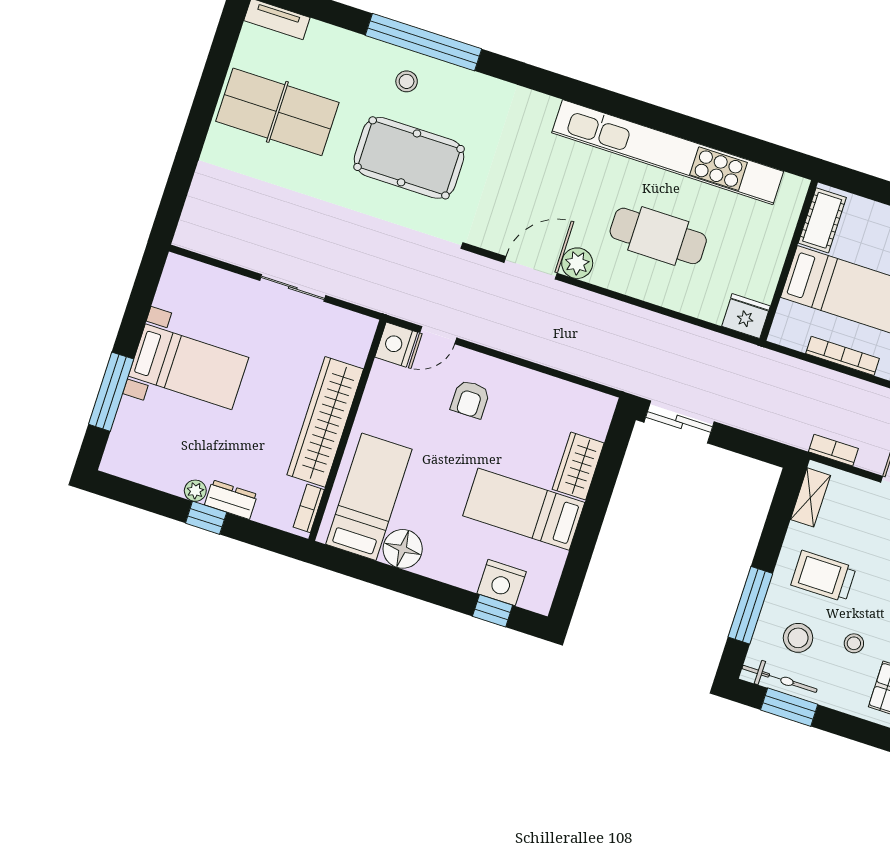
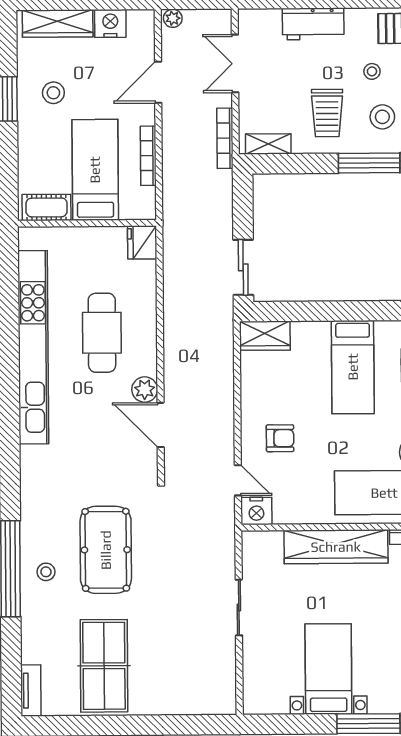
bookcase: (833, 450) -> (225, 138), width x1.56
wardrobe: (578, 466) -> (265, 336), moved

